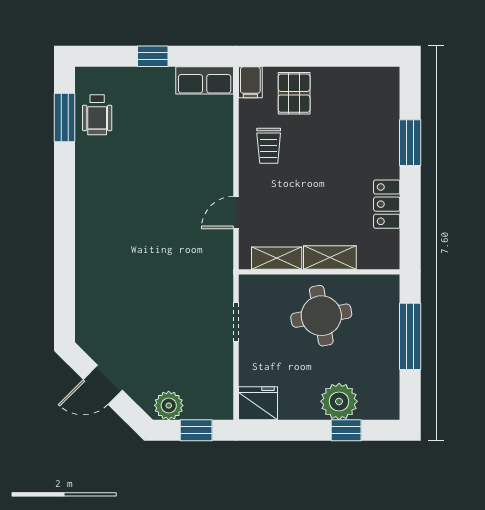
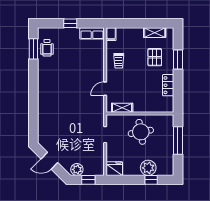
pallet: (294, 93) -> (155, 57), moved
shelving: (330, 257) -> (155, 33), moved

